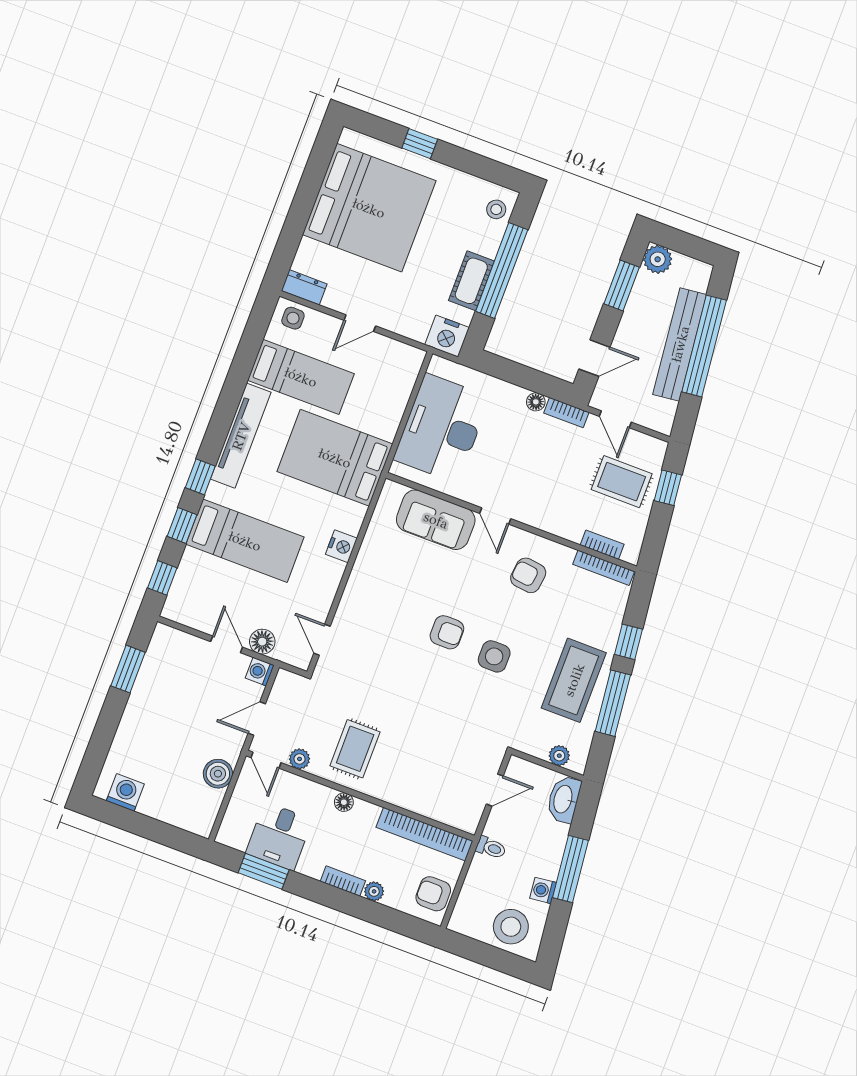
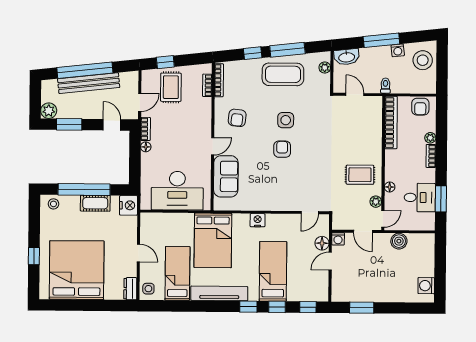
floor lamp: (344, 802) -> (390, 187), moved

